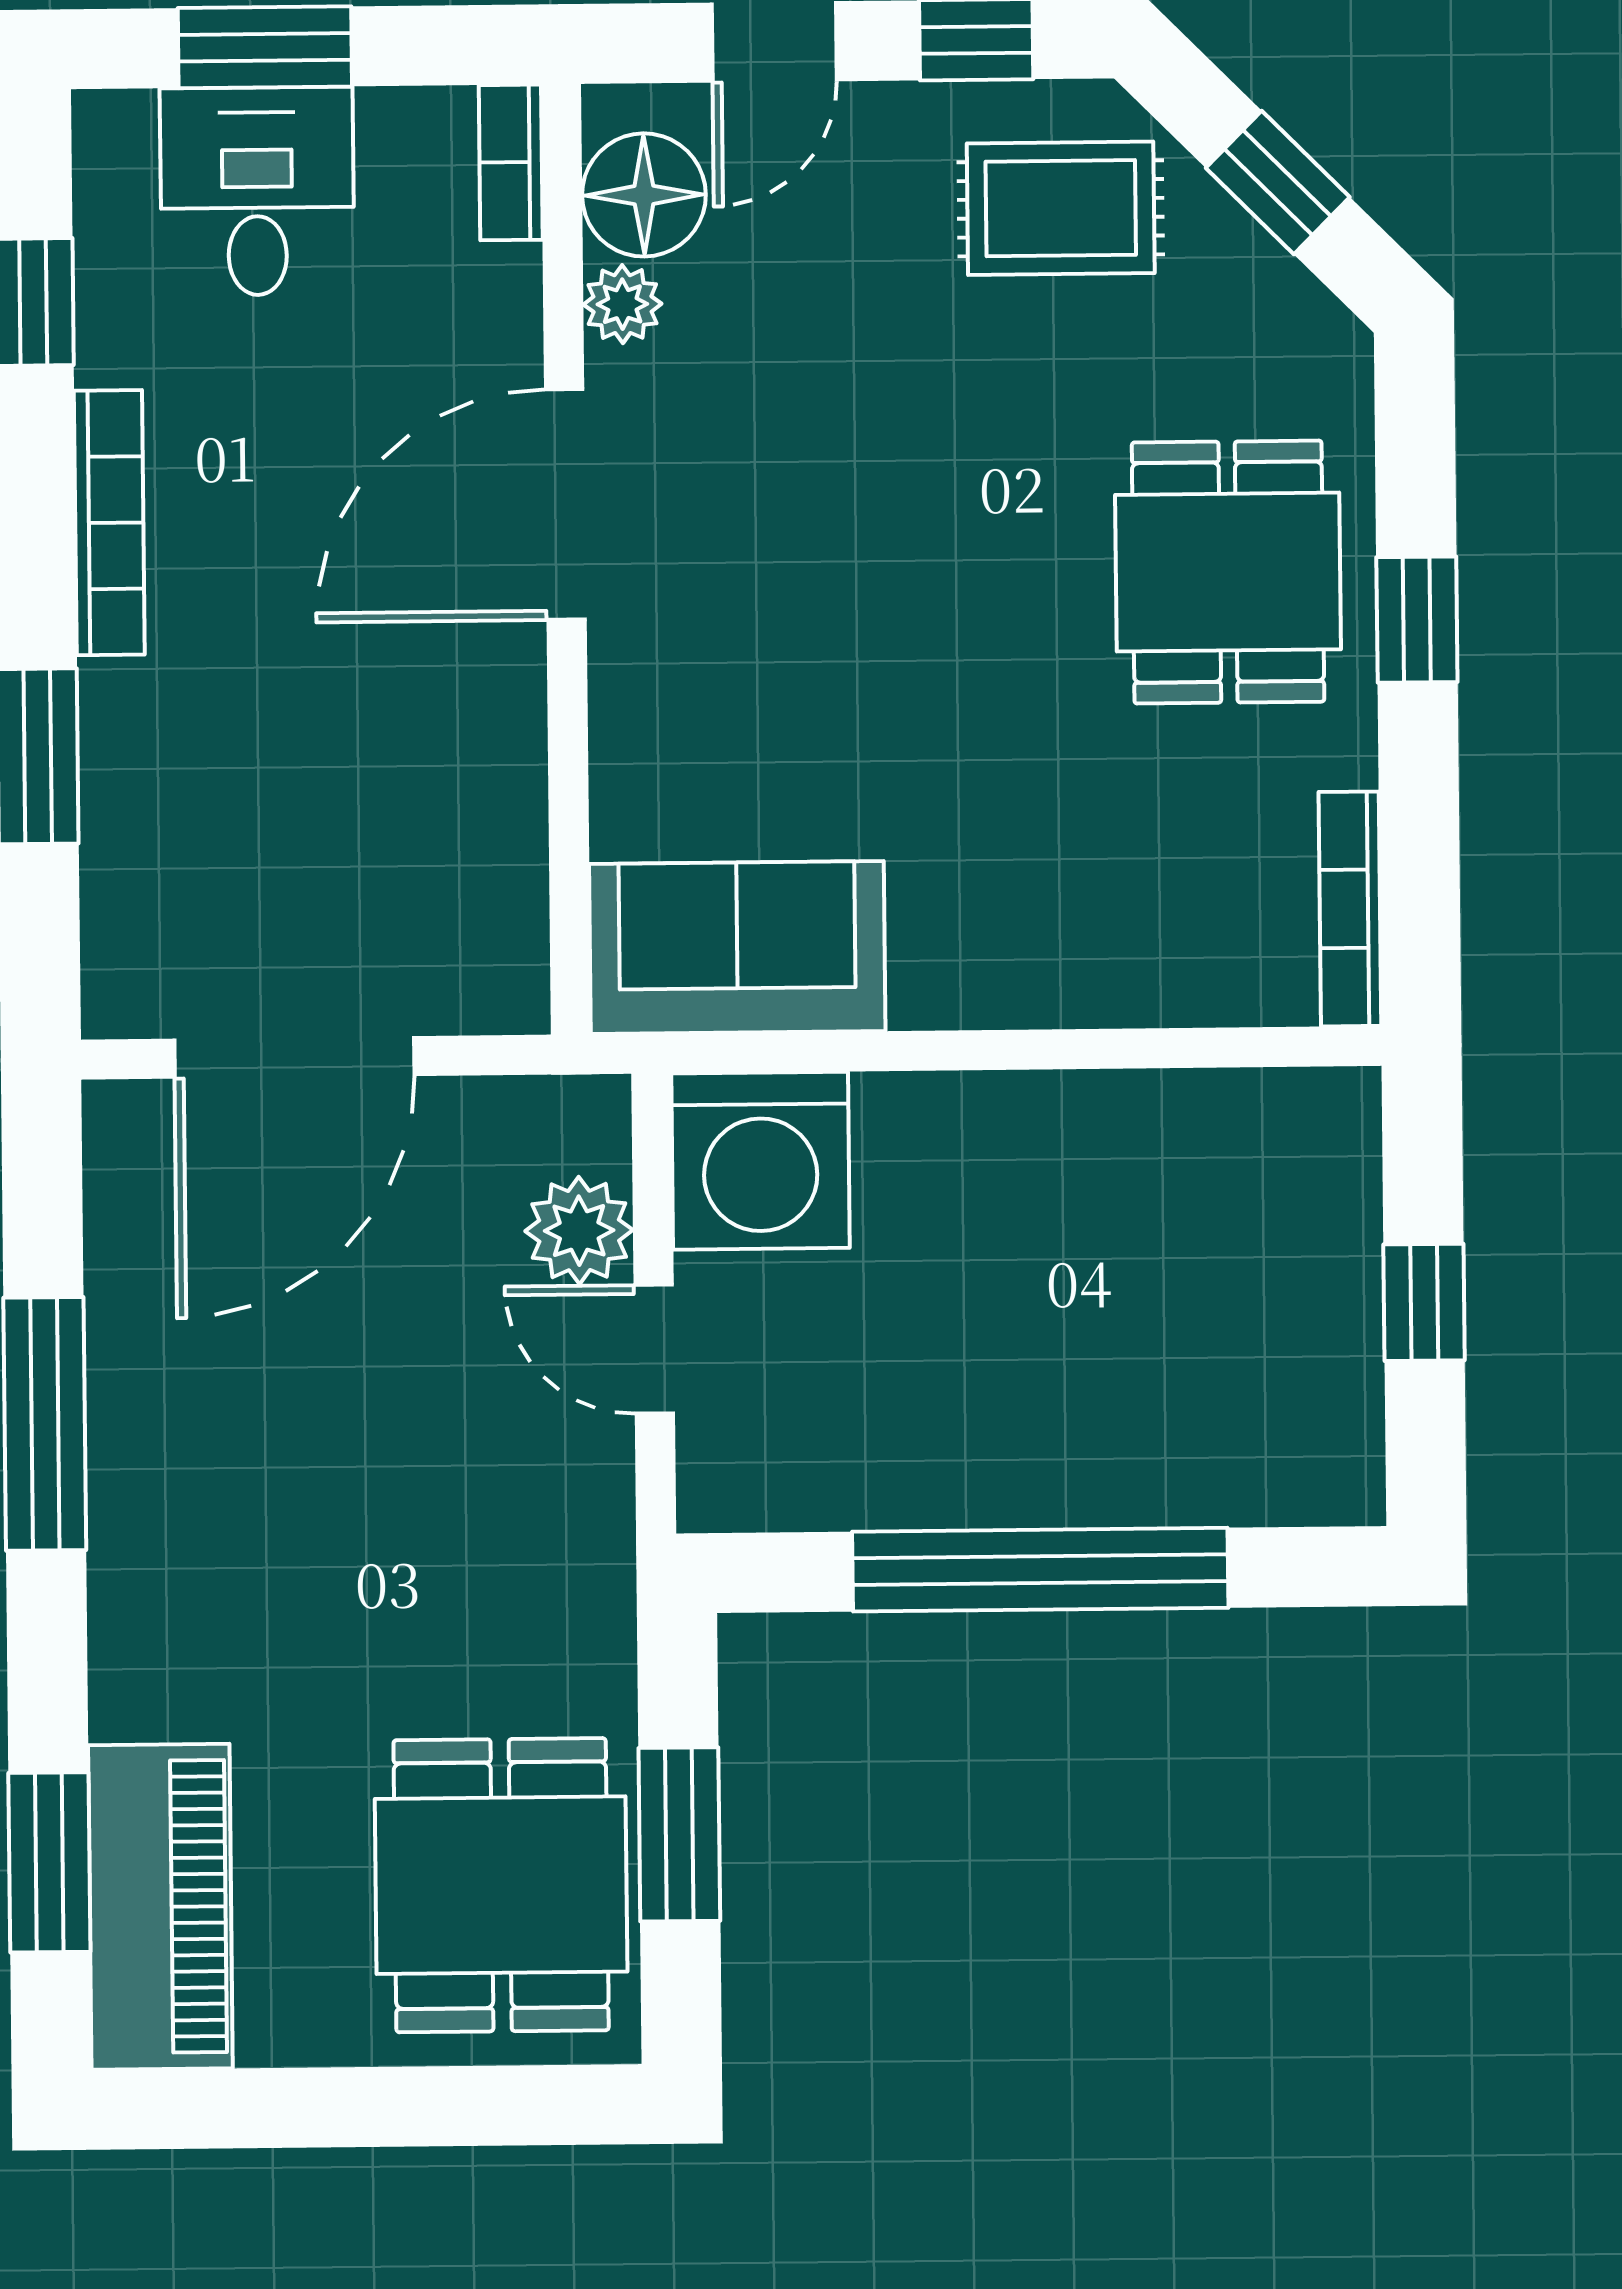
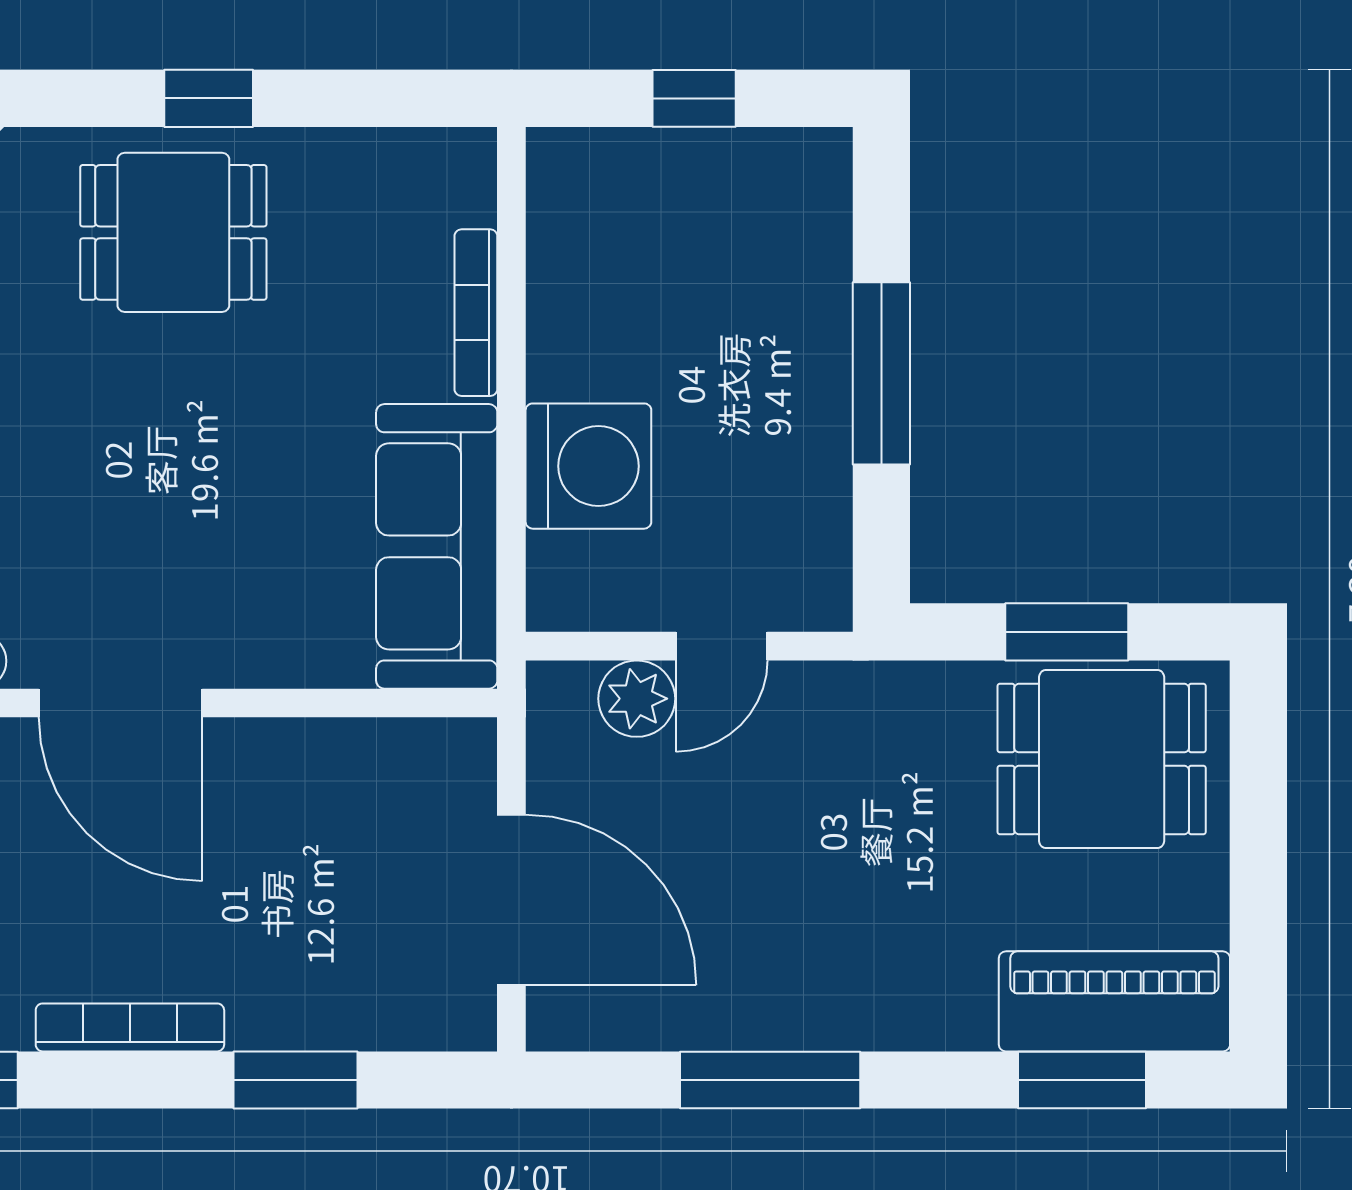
bookcase: (1350, 909) -> (476, 313), moved, turned 90
sofa: (737, 948) -> (437, 546), width x1.36
washing machine: (761, 1161) -> (588, 466), moved
window: (1040, 1570) -> (881, 373), width x0.68

